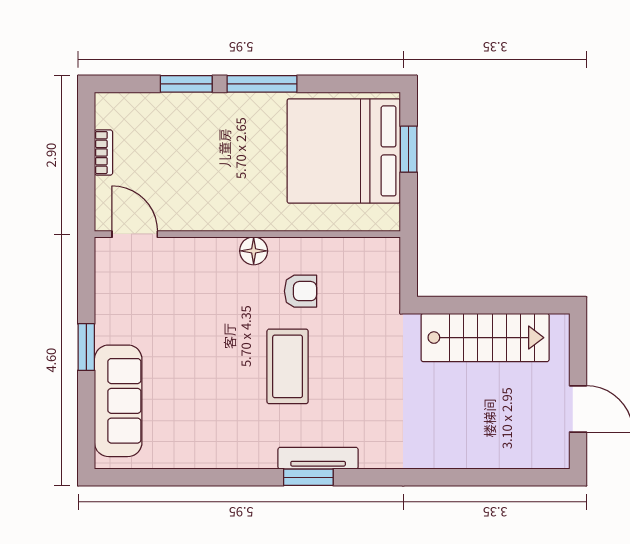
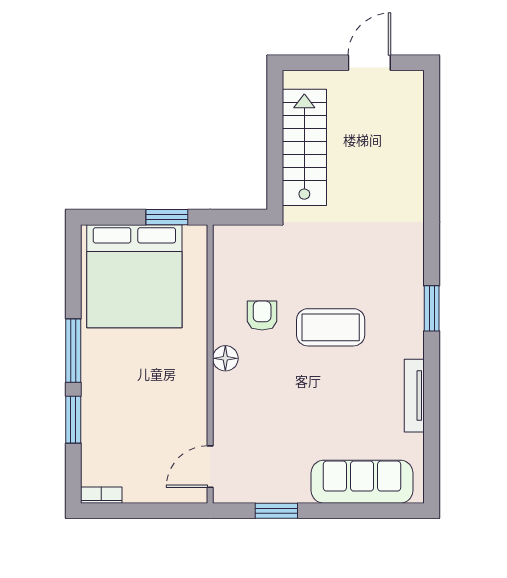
window: (409, 149) -> (167, 217), moved
bookcase: (104, 153) -> (101, 495), moved
window: (86, 347) -> (276, 511), moved
tv unit: (318, 458) -> (414, 396), moved

